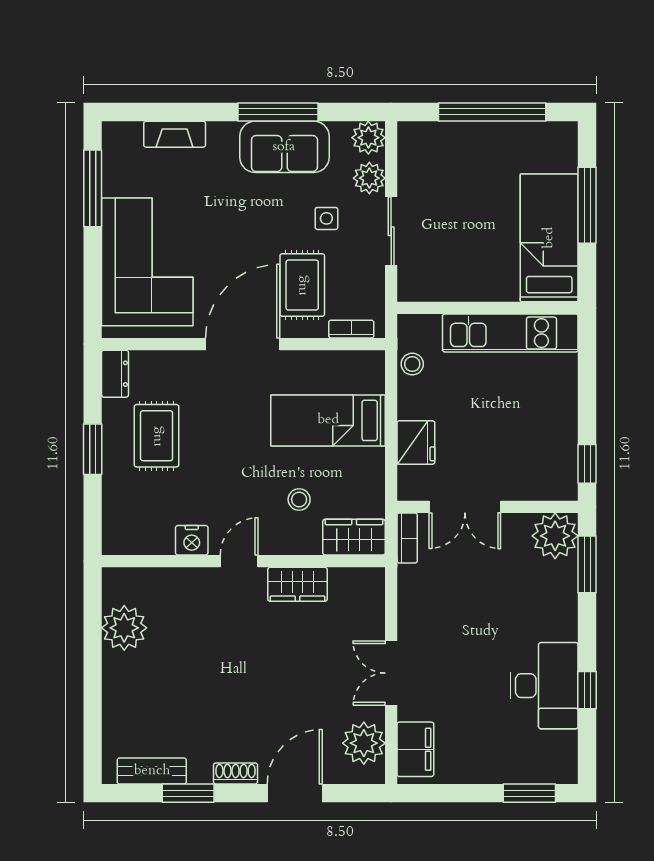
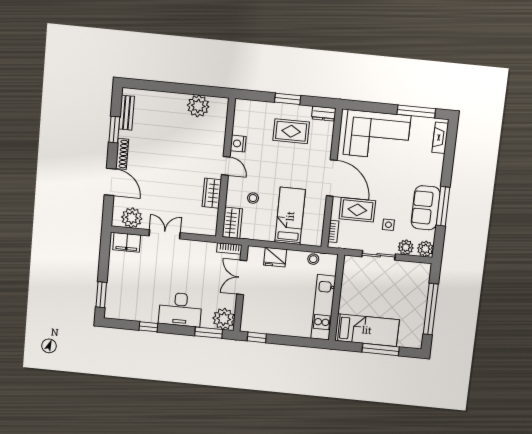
fireplace: (175, 134) -> (440, 138), moved
desk: (544, 686) -> (180, 309), moved
shoe rack: (236, 774) -> (122, 154), width x1.43

